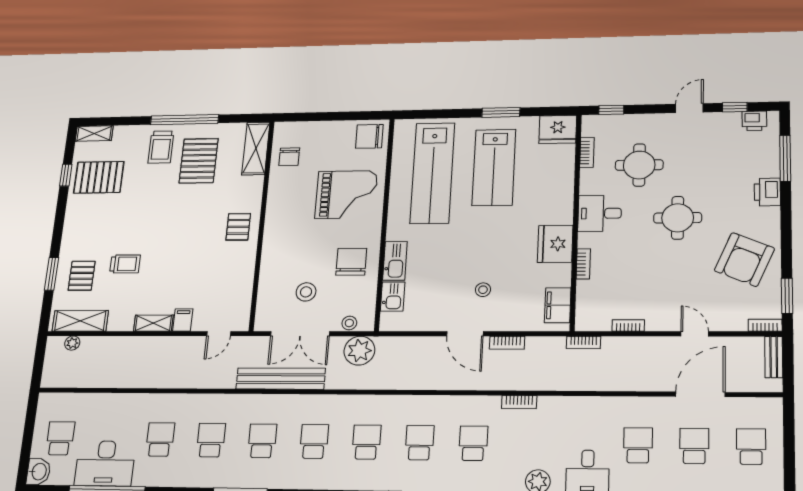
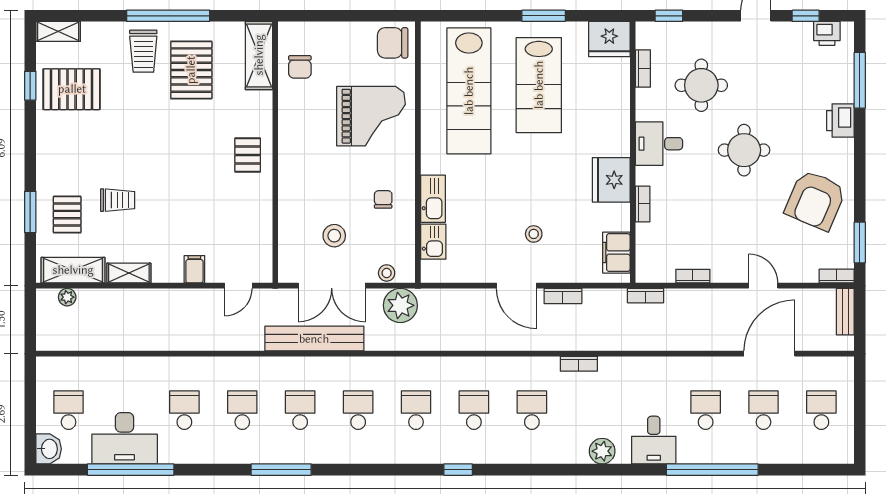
chair: (351, 262) -> (383, 199), width x0.54, depth x0.54
shelving: (153, 323) -> (129, 273), moved

